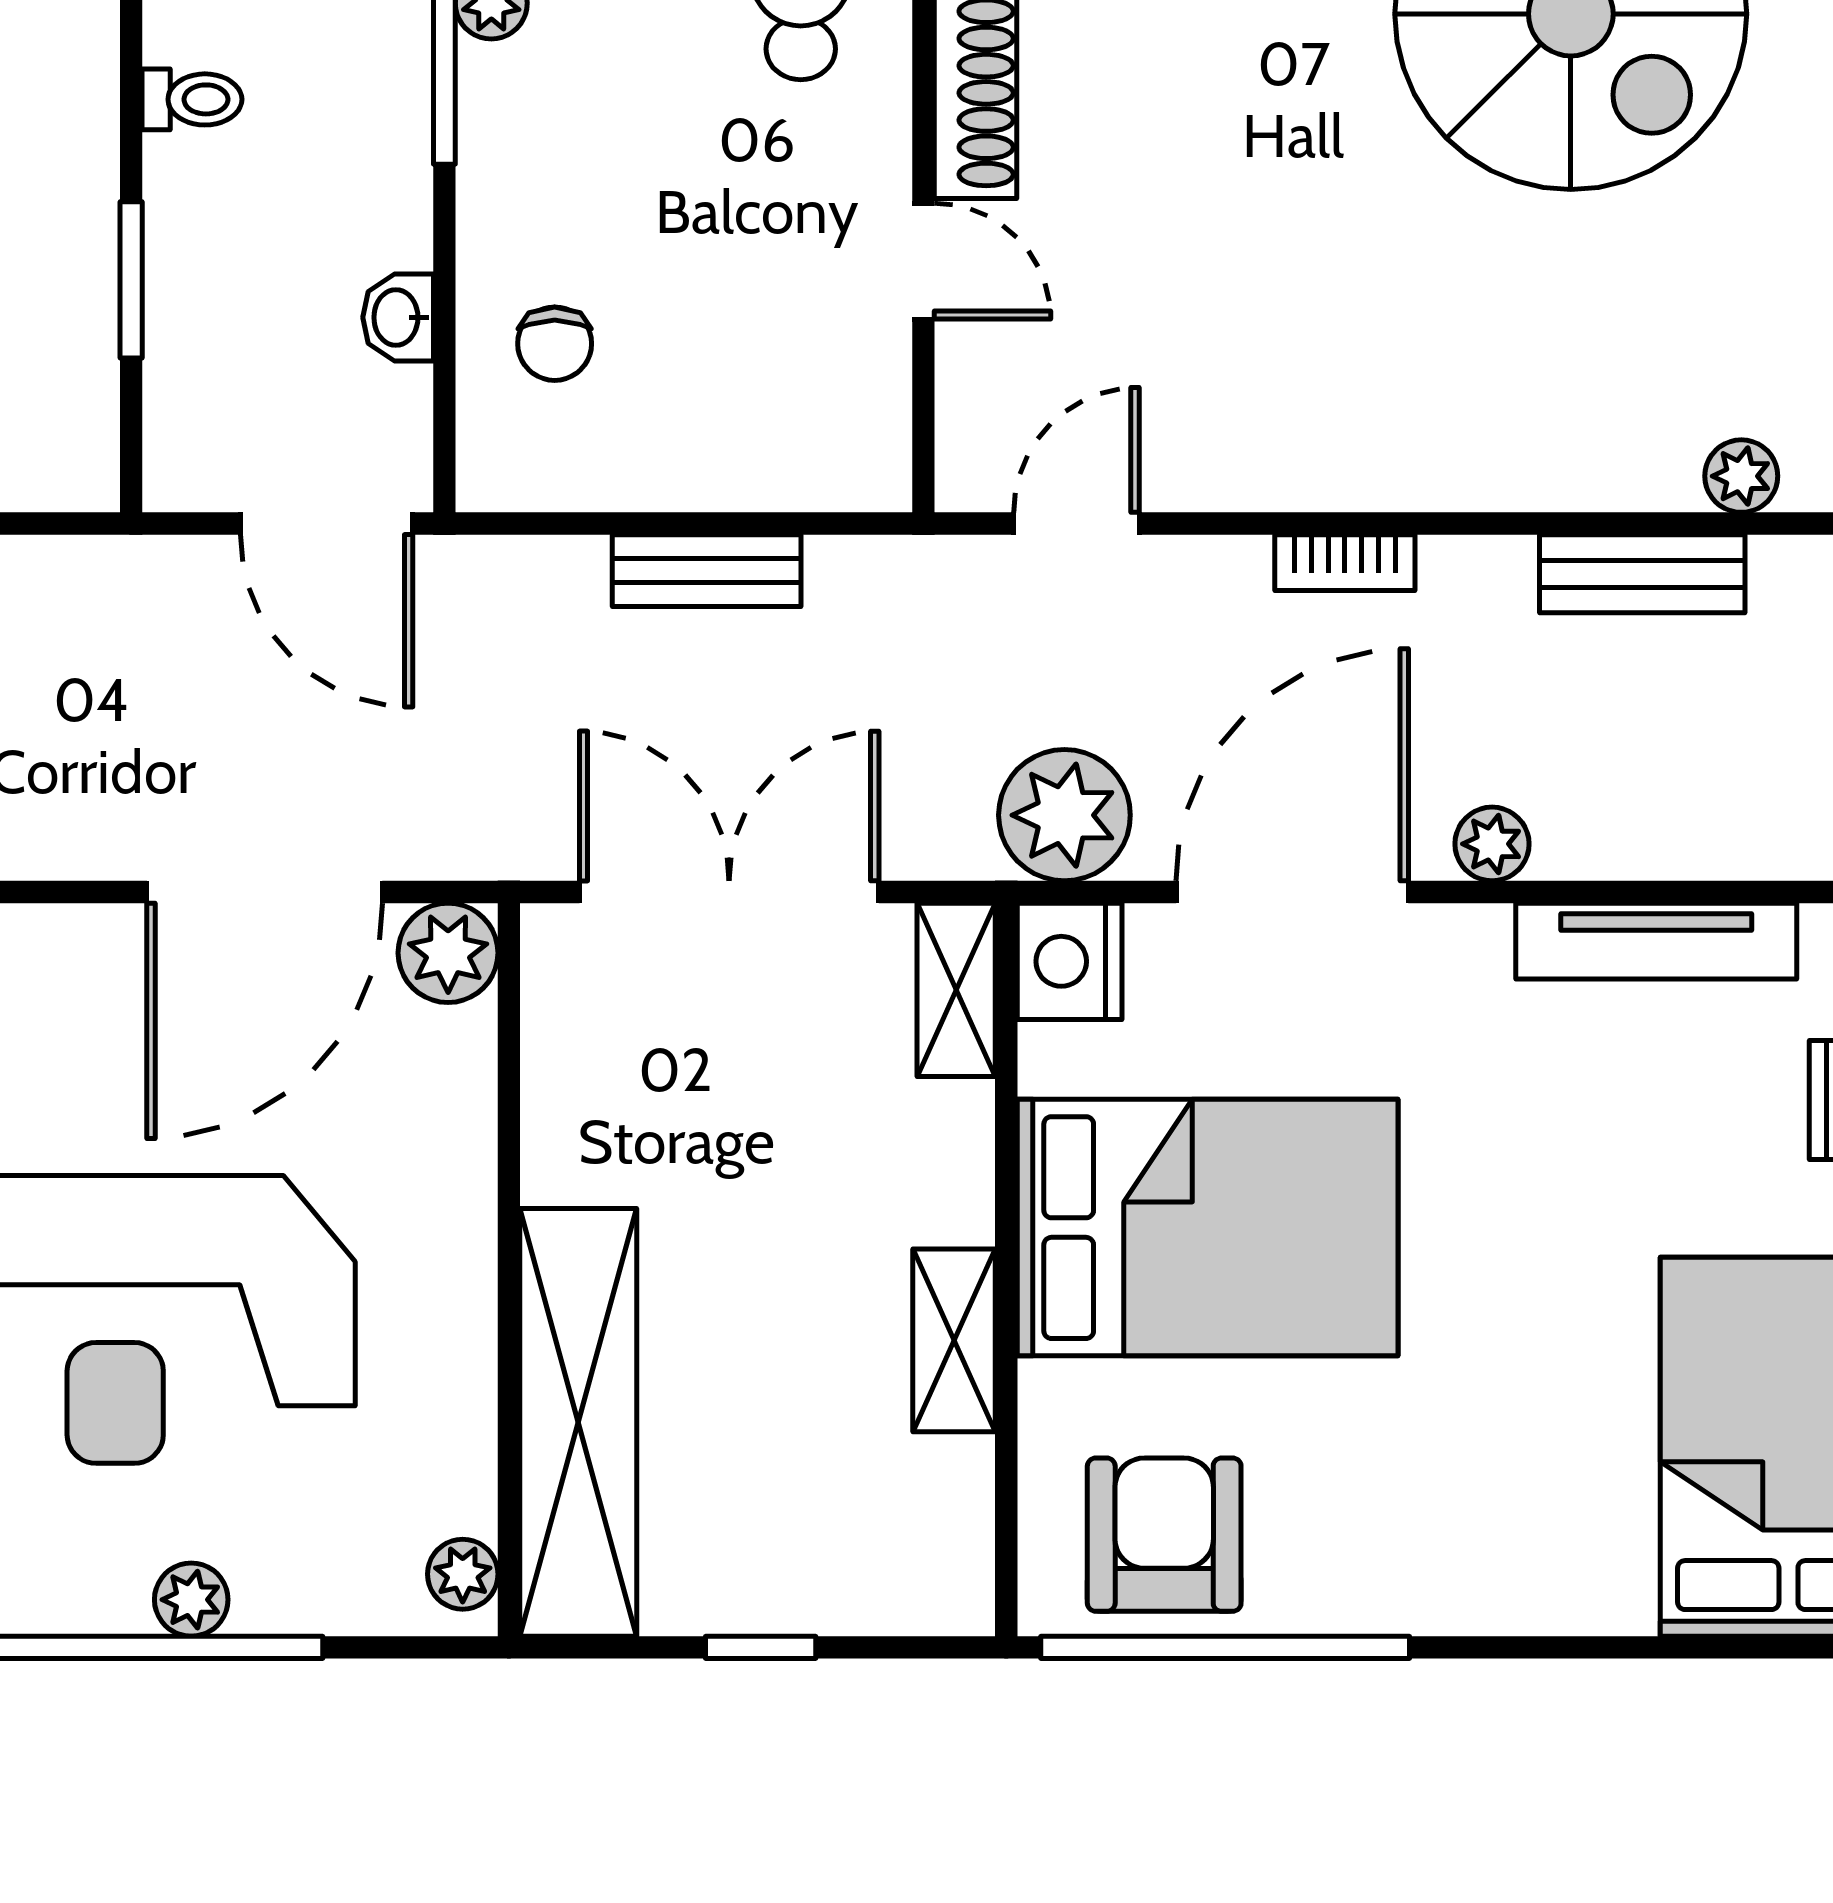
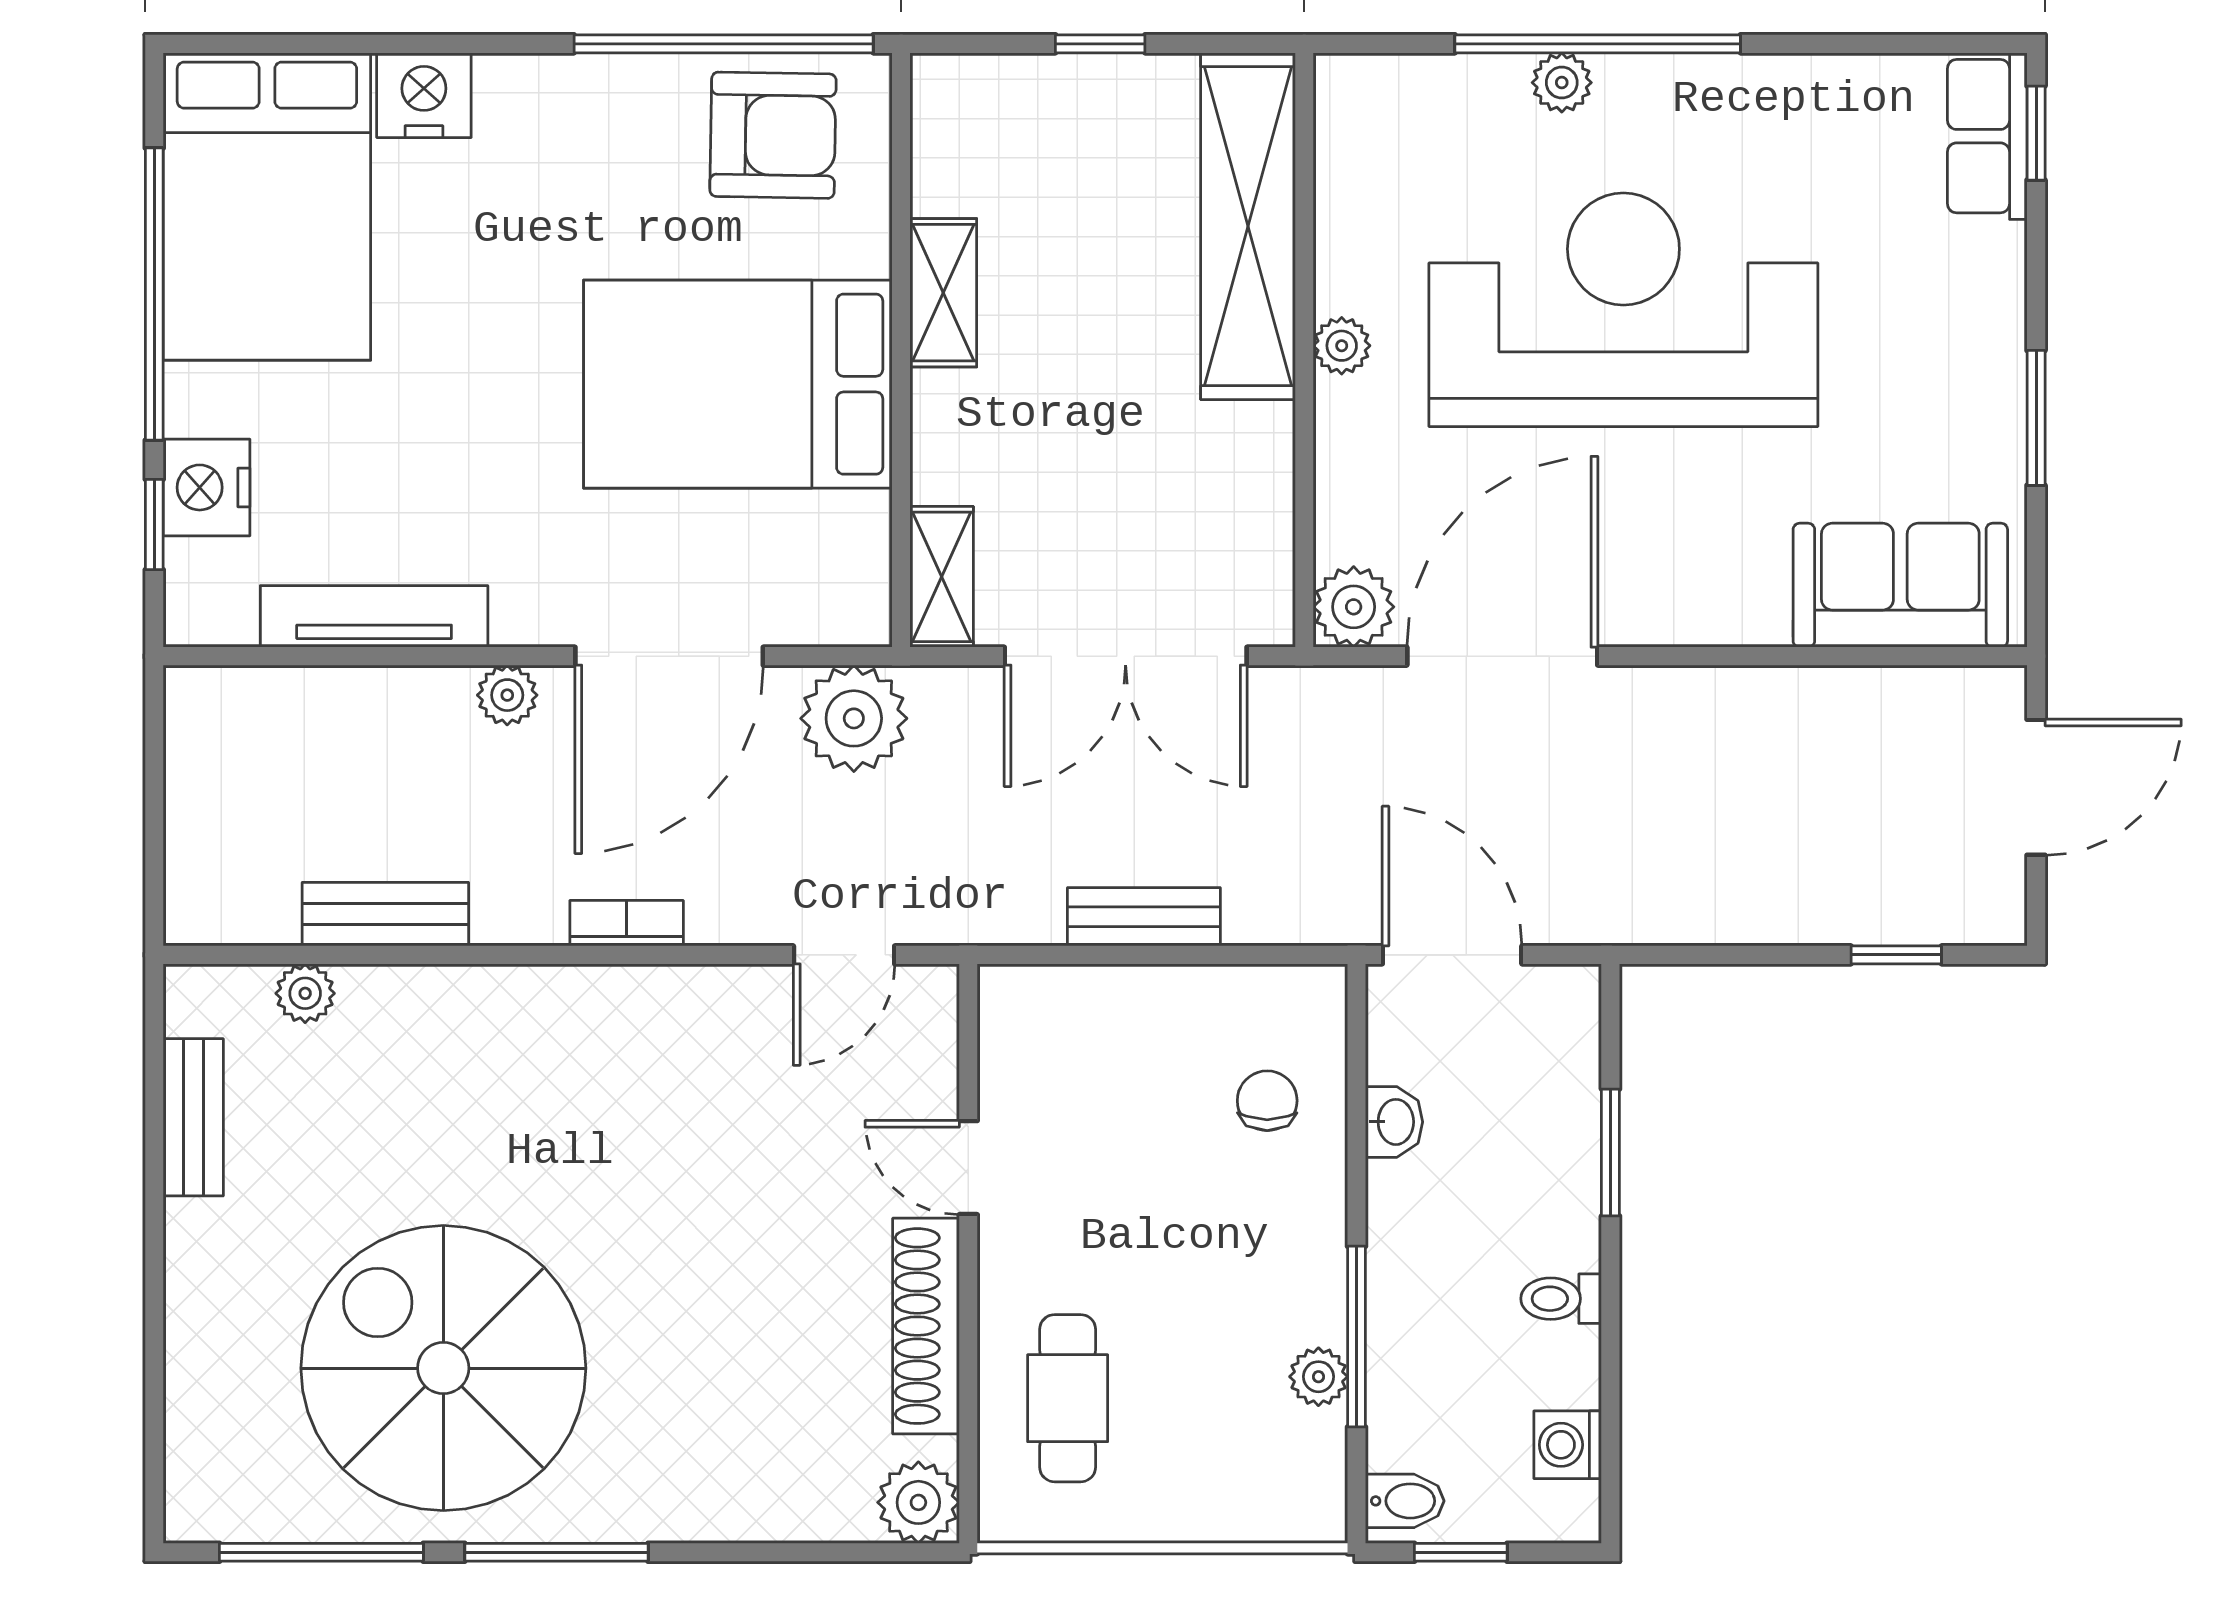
nightstand: (1070, 961) -> (424, 95), moved, turned -90
armchair: (1164, 1535) -> (773, 135), turned -89
plant: (463, 1574) -> (1342, 346), moved

